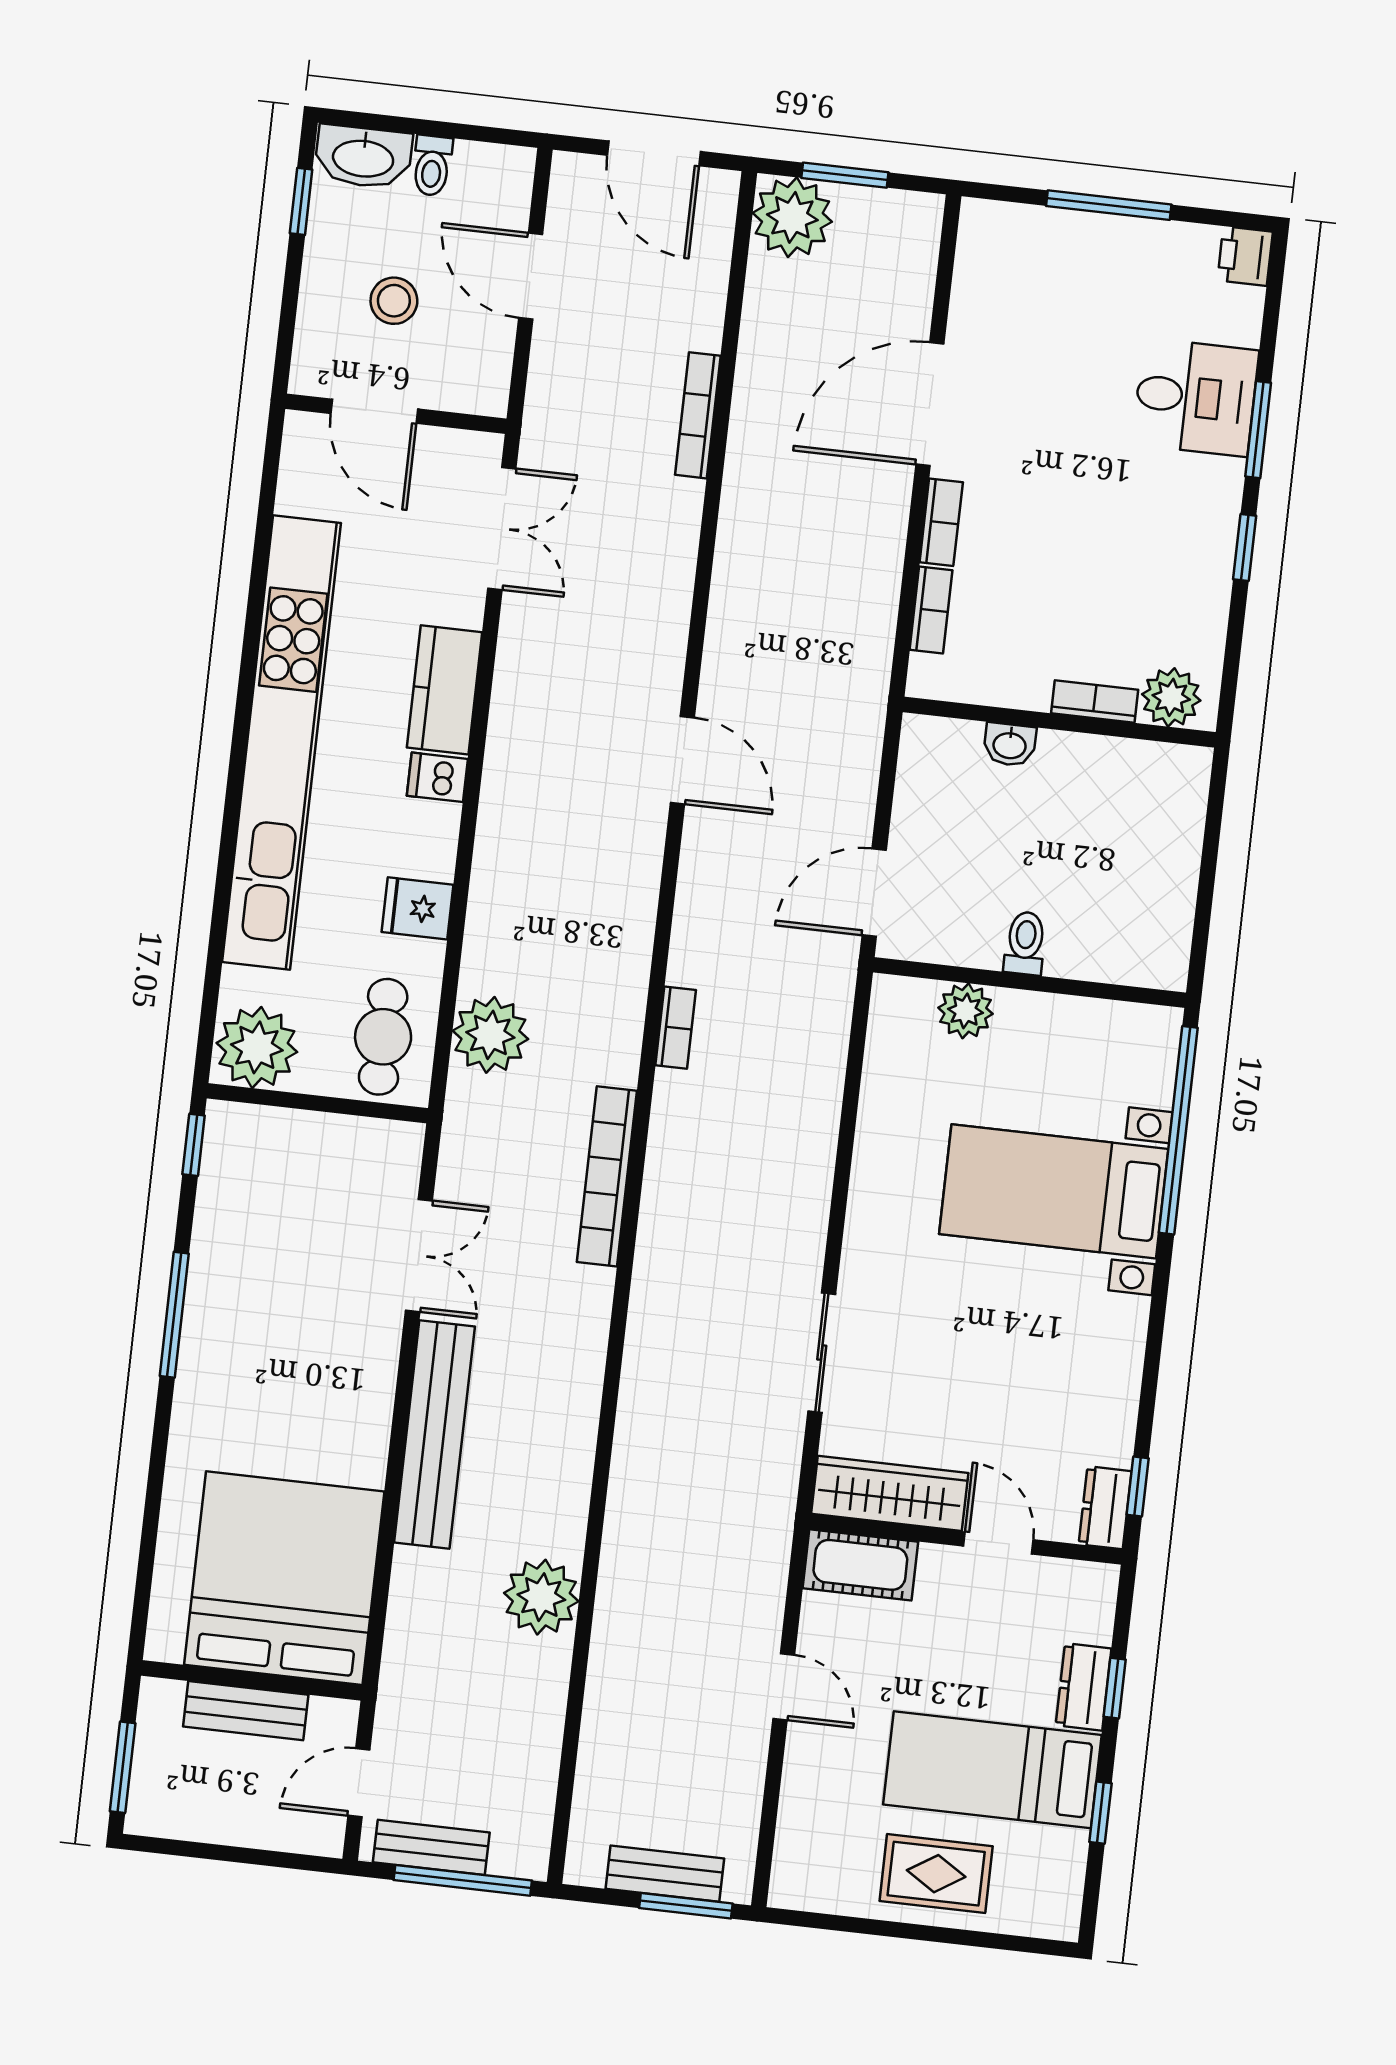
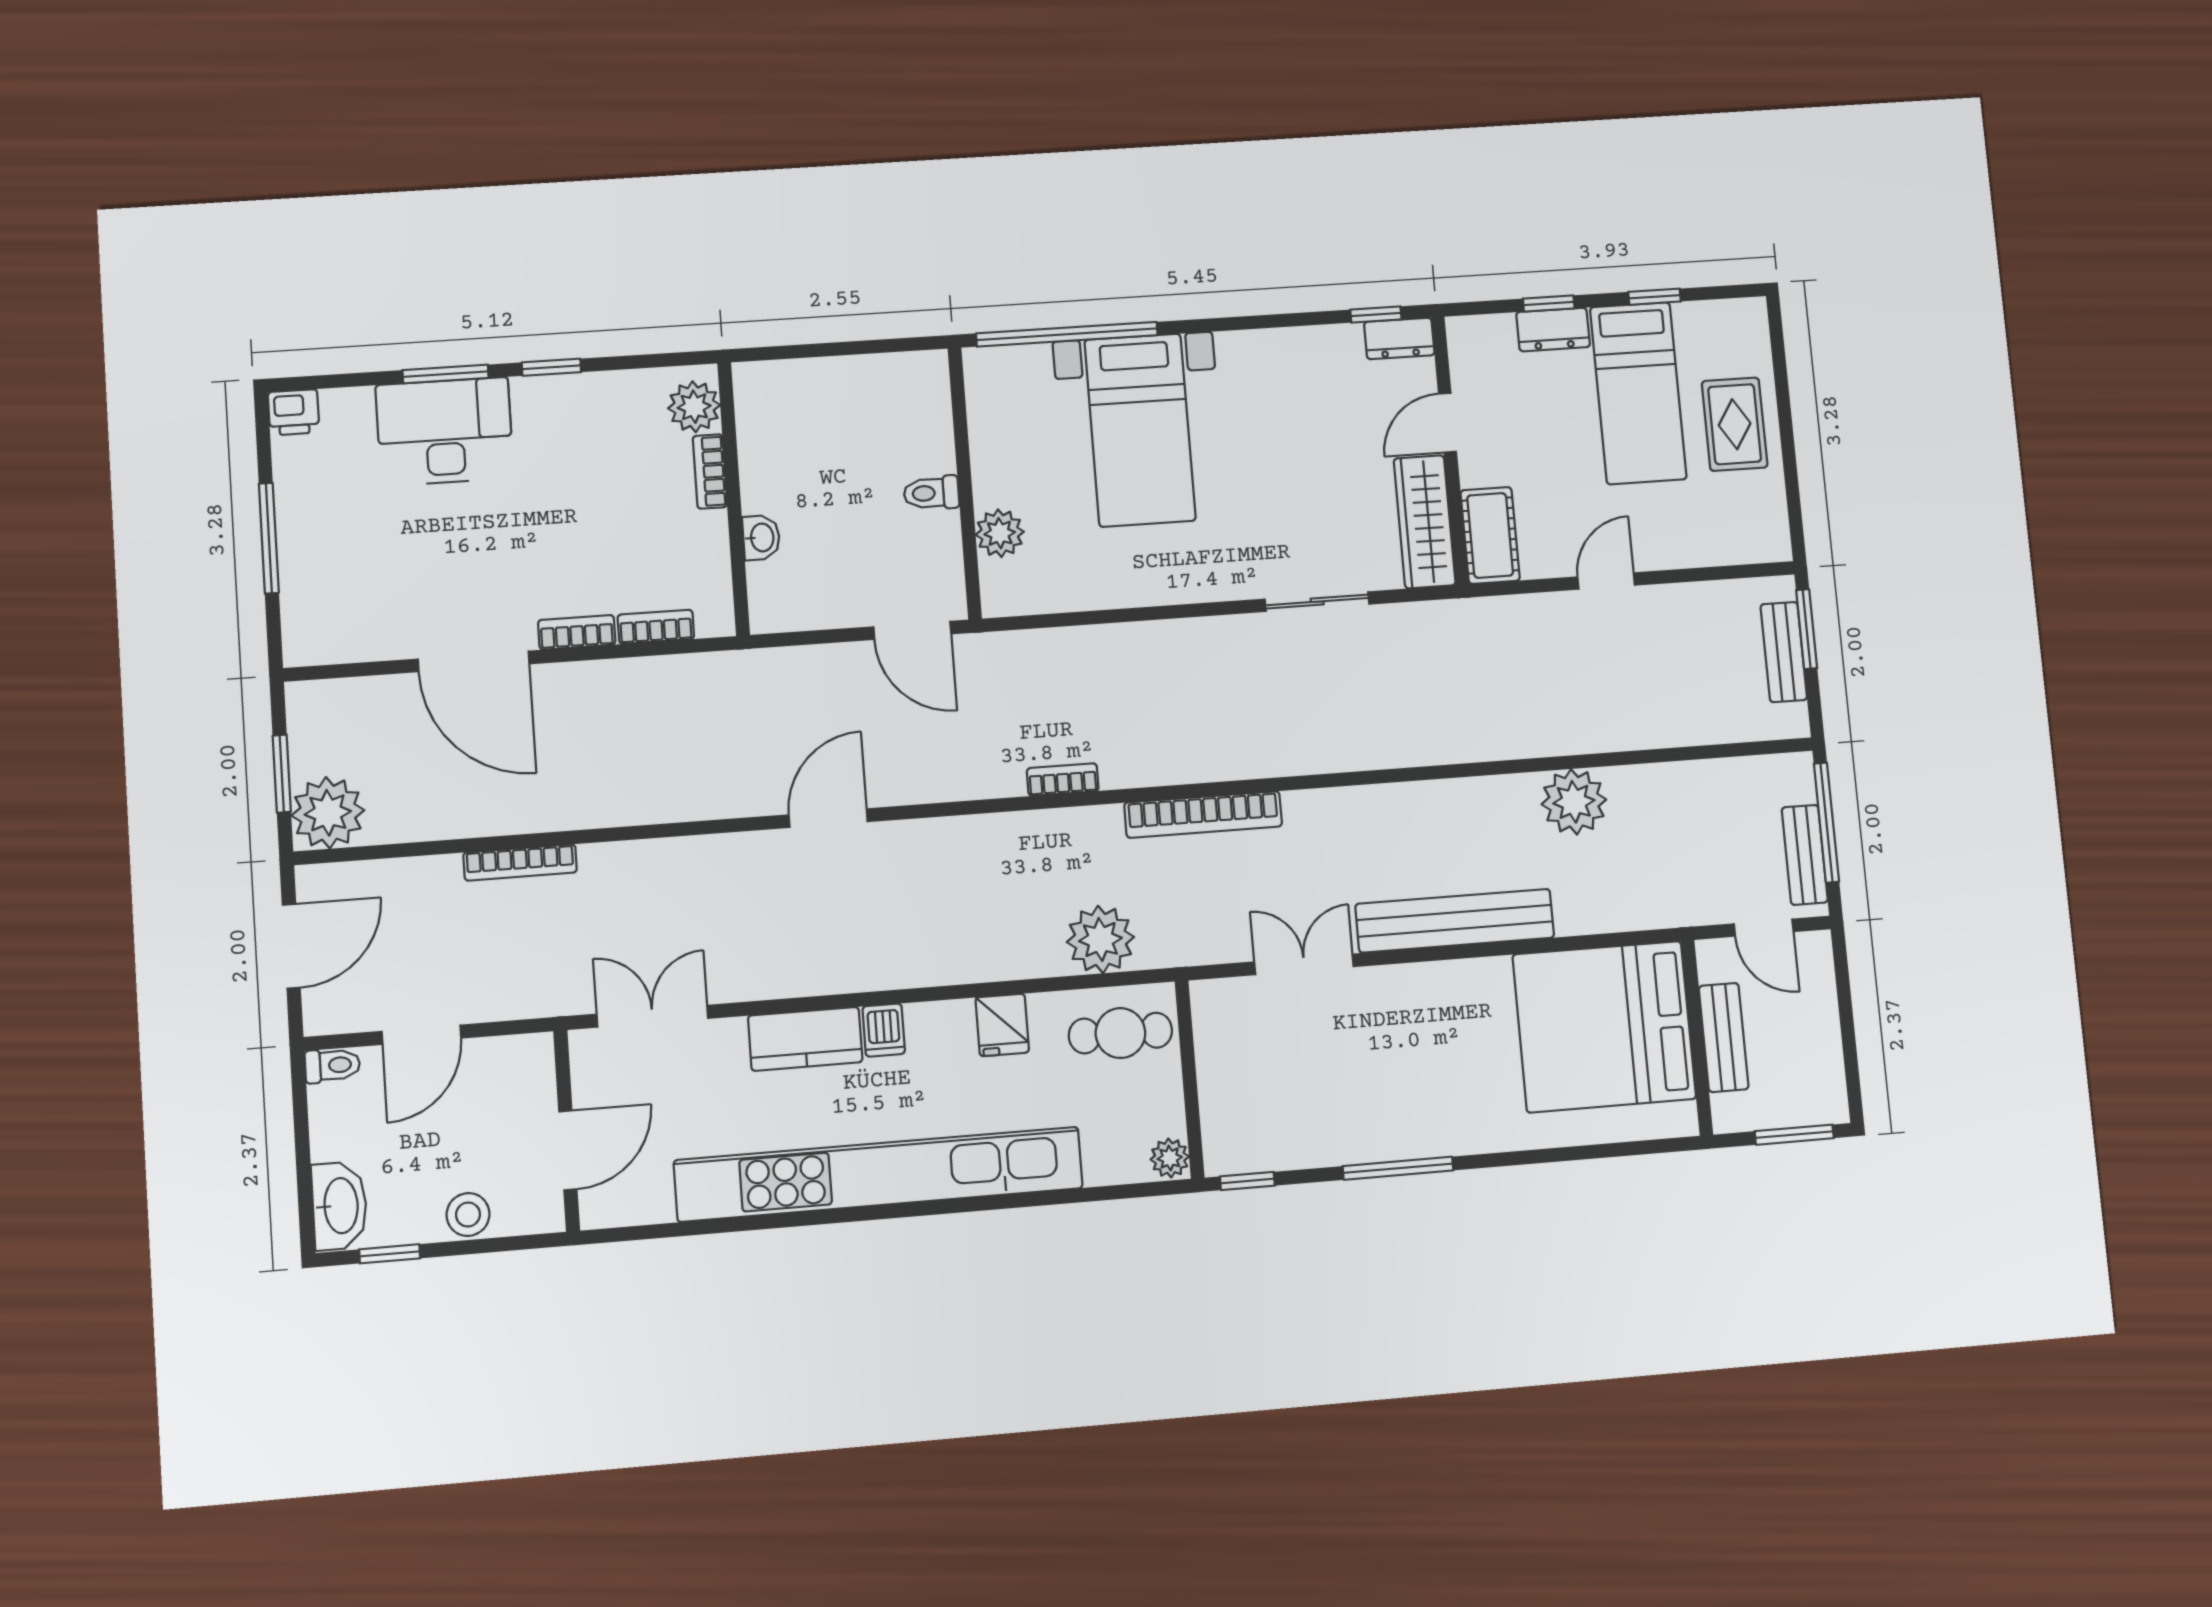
toilet: (432, 166) -> (332, 1065), moved
stool: (394, 301) -> (468, 1215), moved
desk: (1195, 397) -> (445, 432), width x1.37
plant: (257, 1047) -> (1170, 1158), width x0.53, depth x0.53

